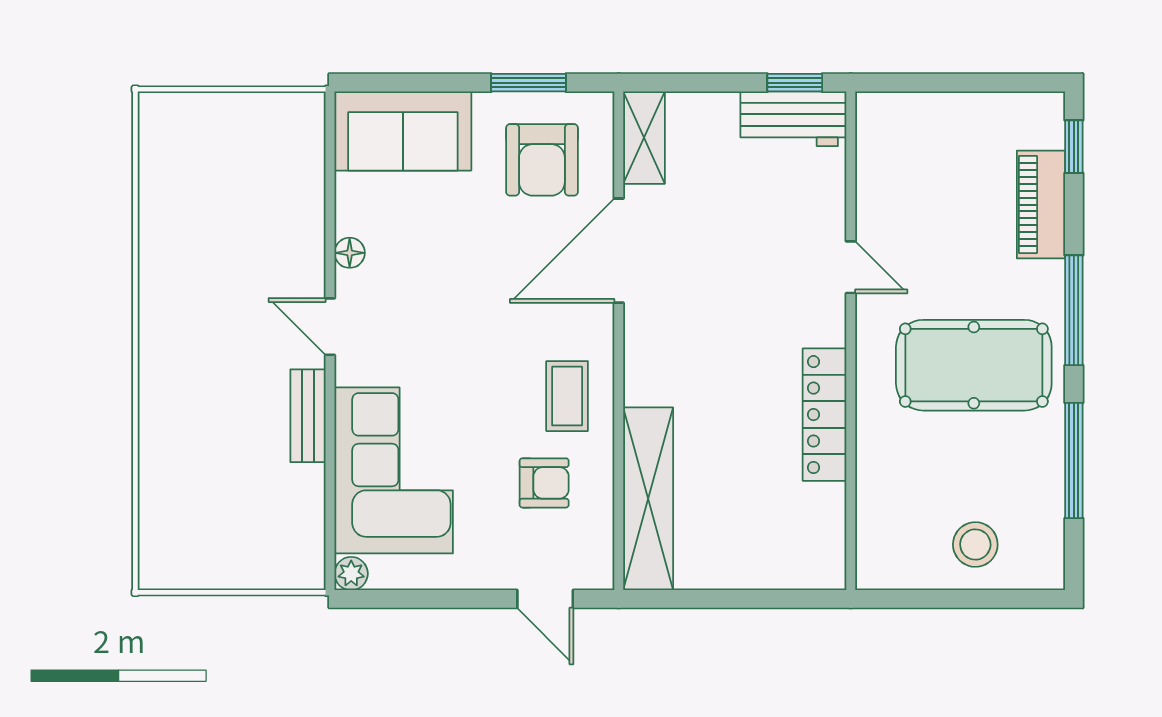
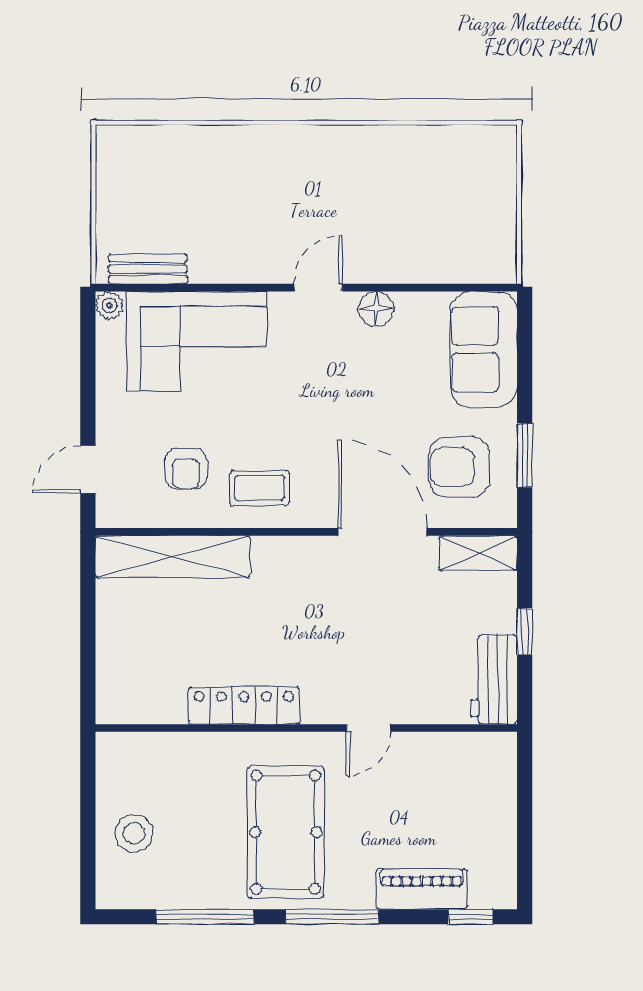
window: (795, 83) -> (525, 632), moved
floor lamp: (350, 253) -> (376, 309), width x1.37, depth x1.37
bench: (308, 416) -> (148, 269), moved

